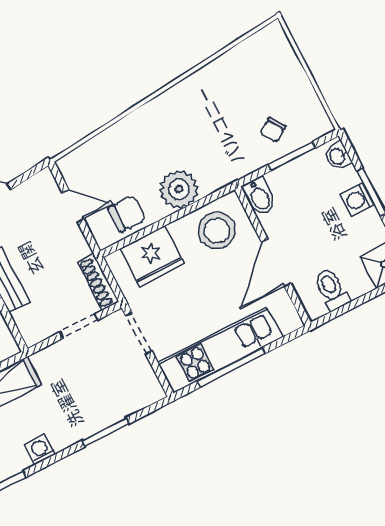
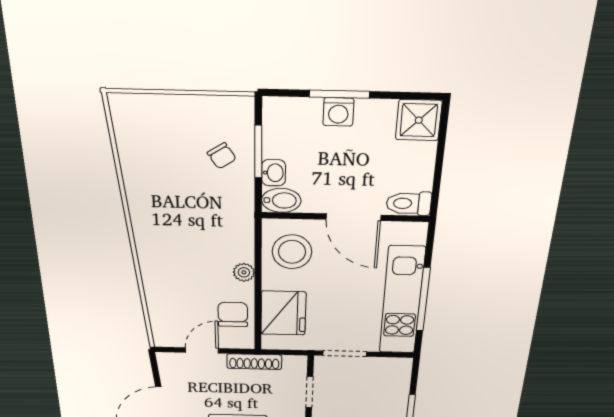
washbasin: (338, 156) -> (274, 173), moved, turned -90
plant: (179, 189) -> (244, 272), width x0.53, depth x0.53
shoe rack: (98, 282) -> (254, 362), moved
toilet: (331, 290) -> (409, 203), moved

